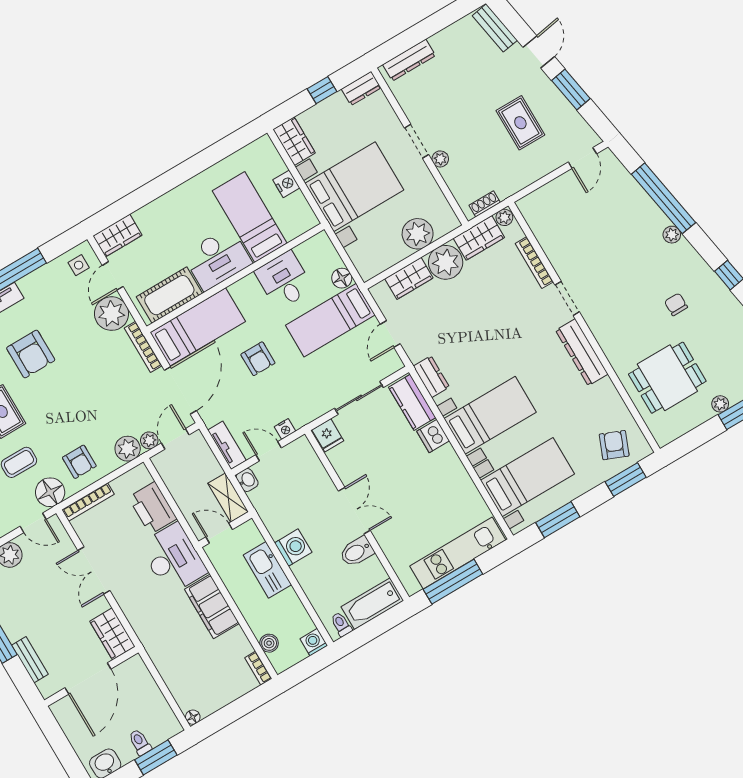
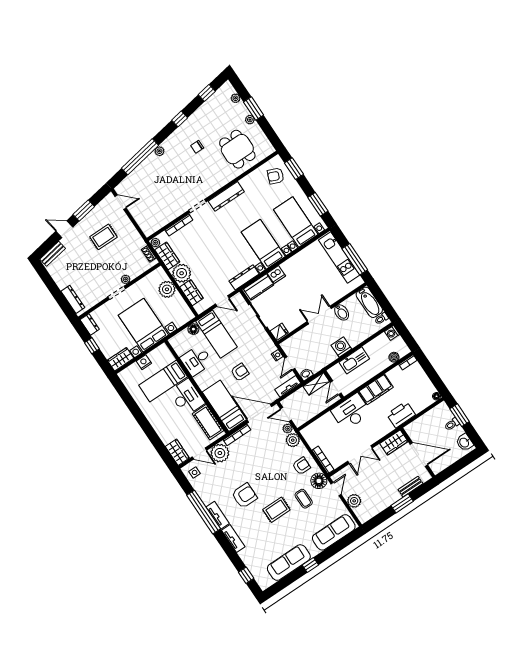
dresser: (431, 377) -> (244, 277), width x1.44
printer: (153, 508) -> (401, 415), moved, turned 180

